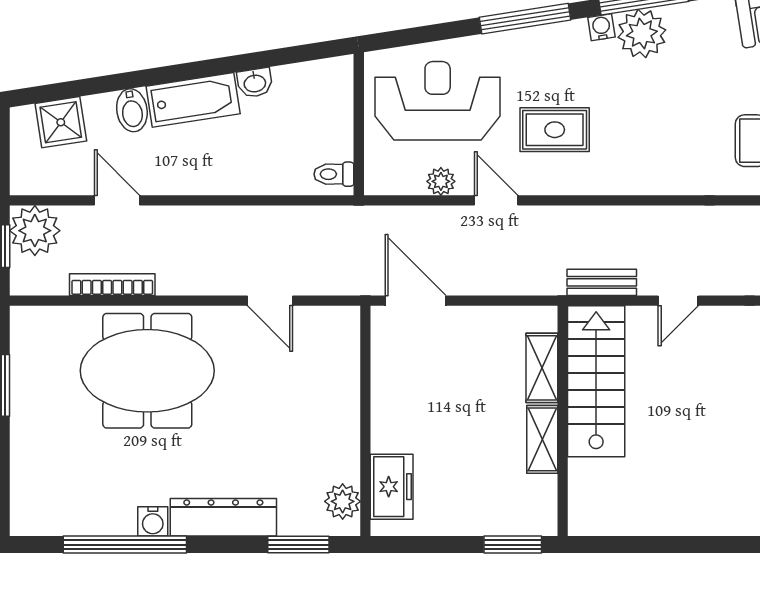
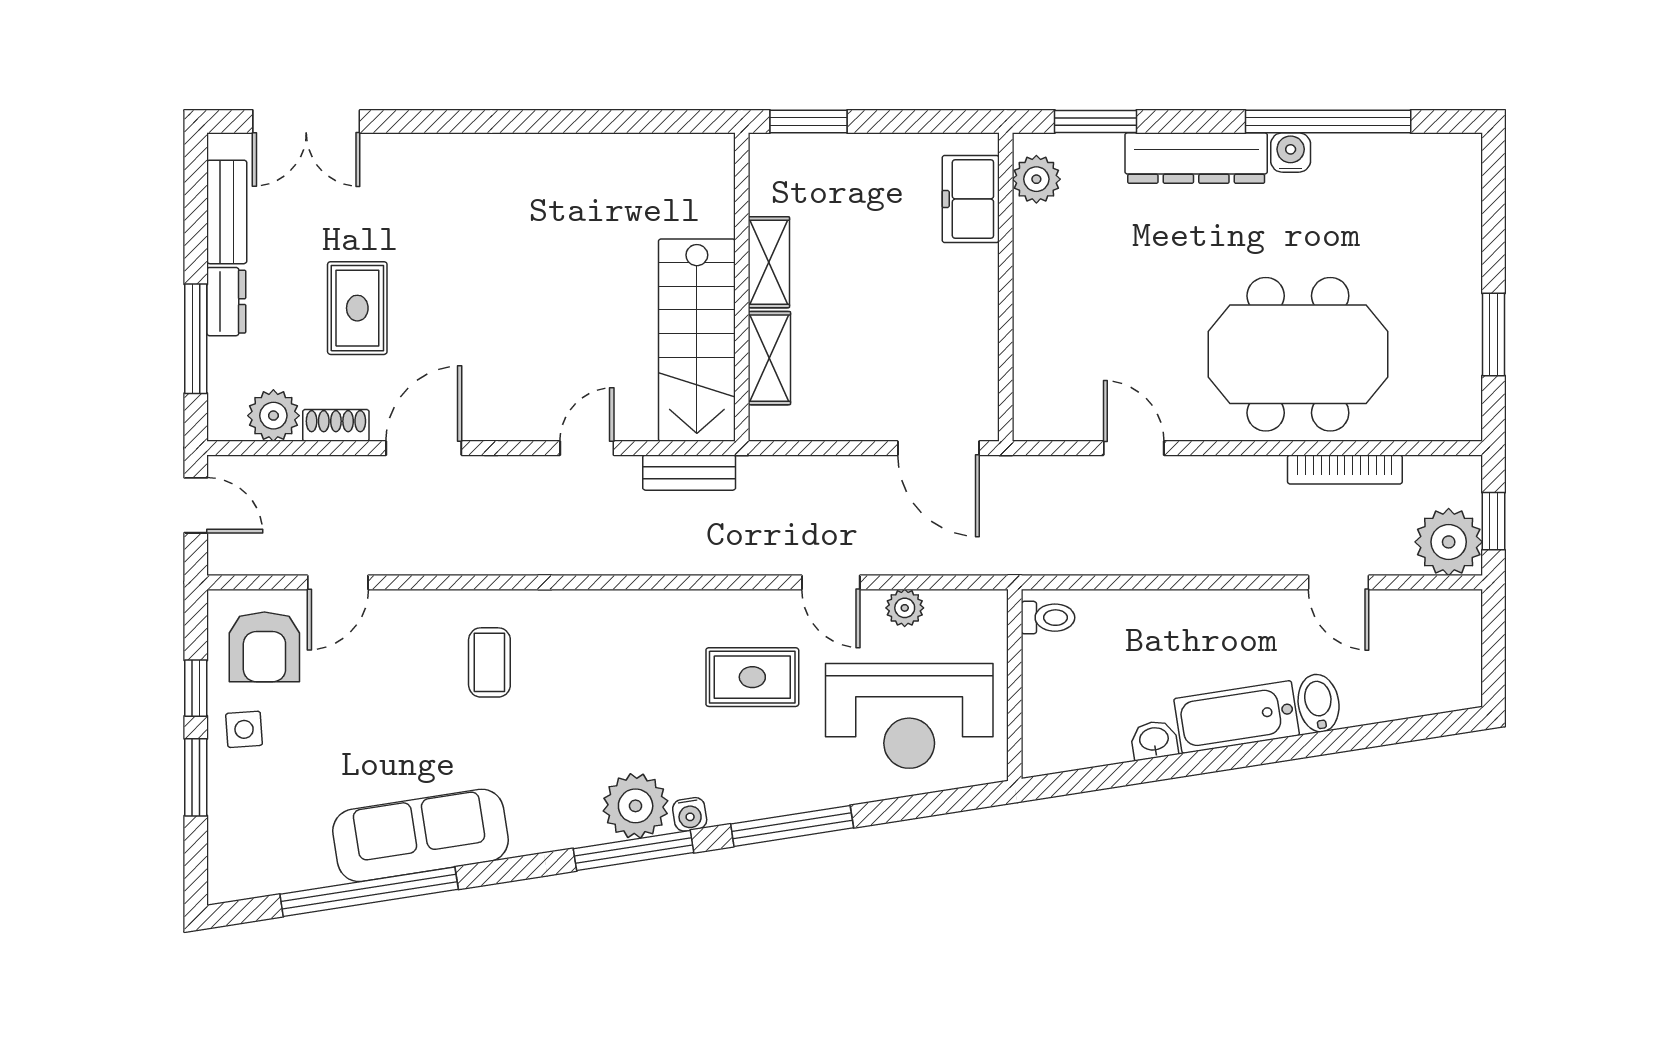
shower: (61, 122) -> (1414, 687), removed

